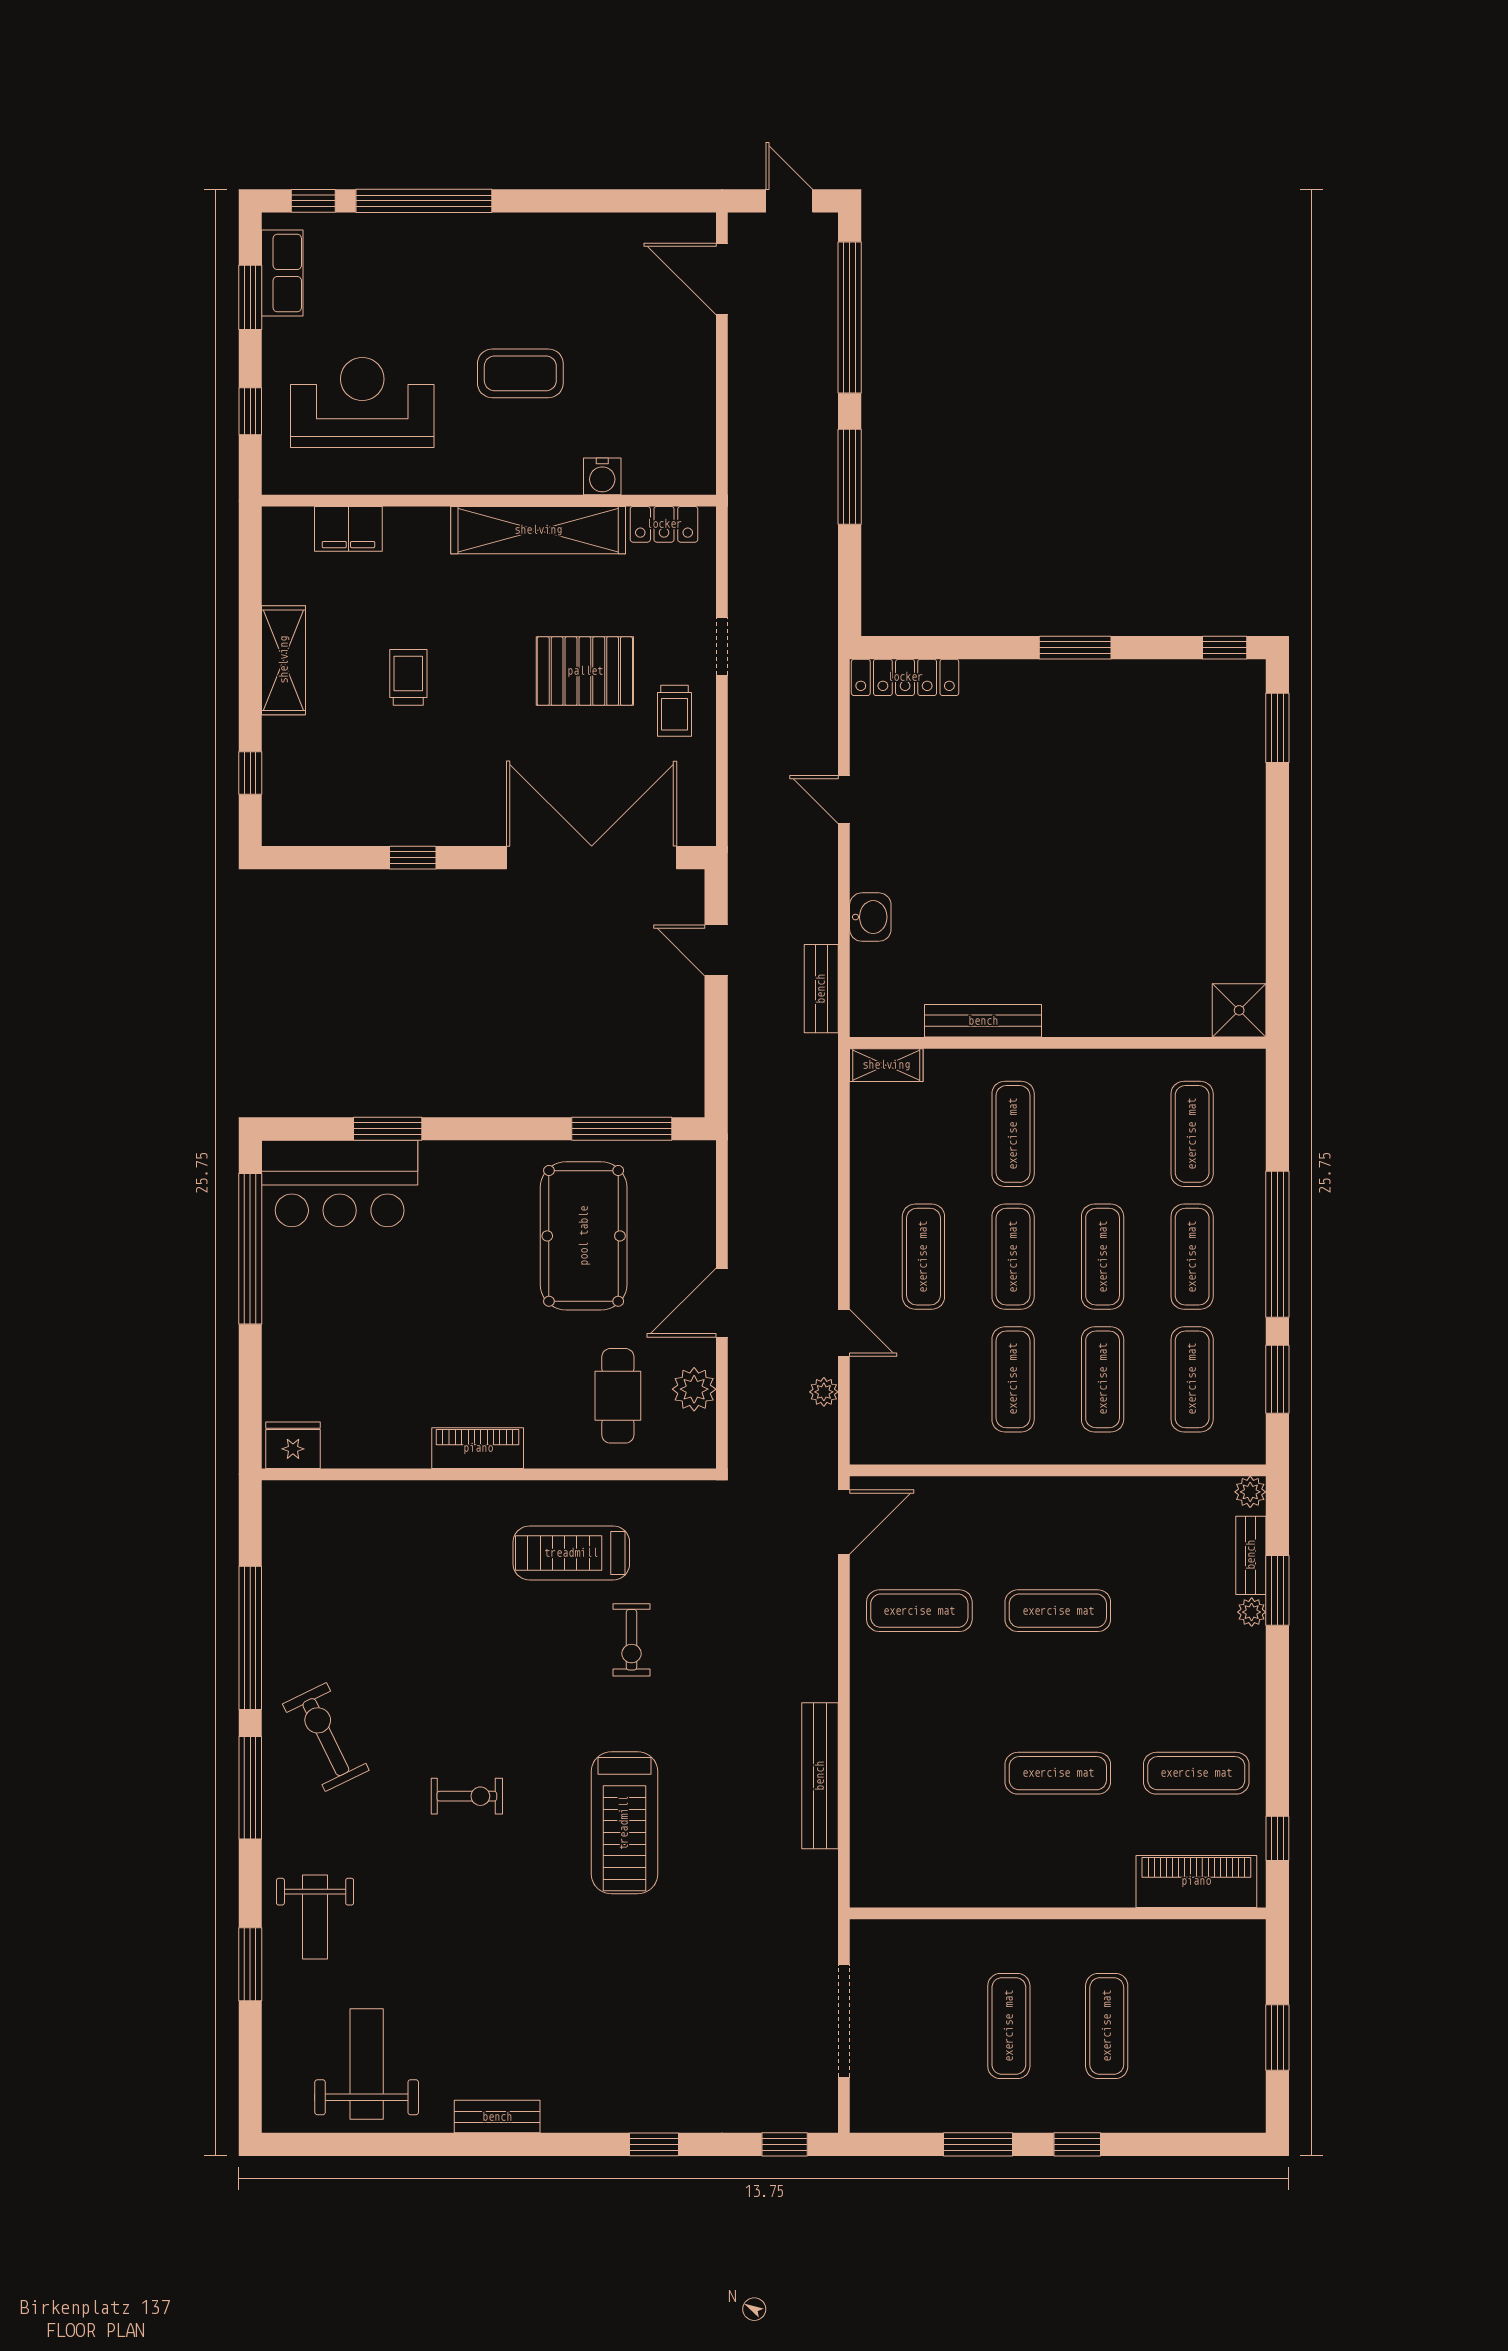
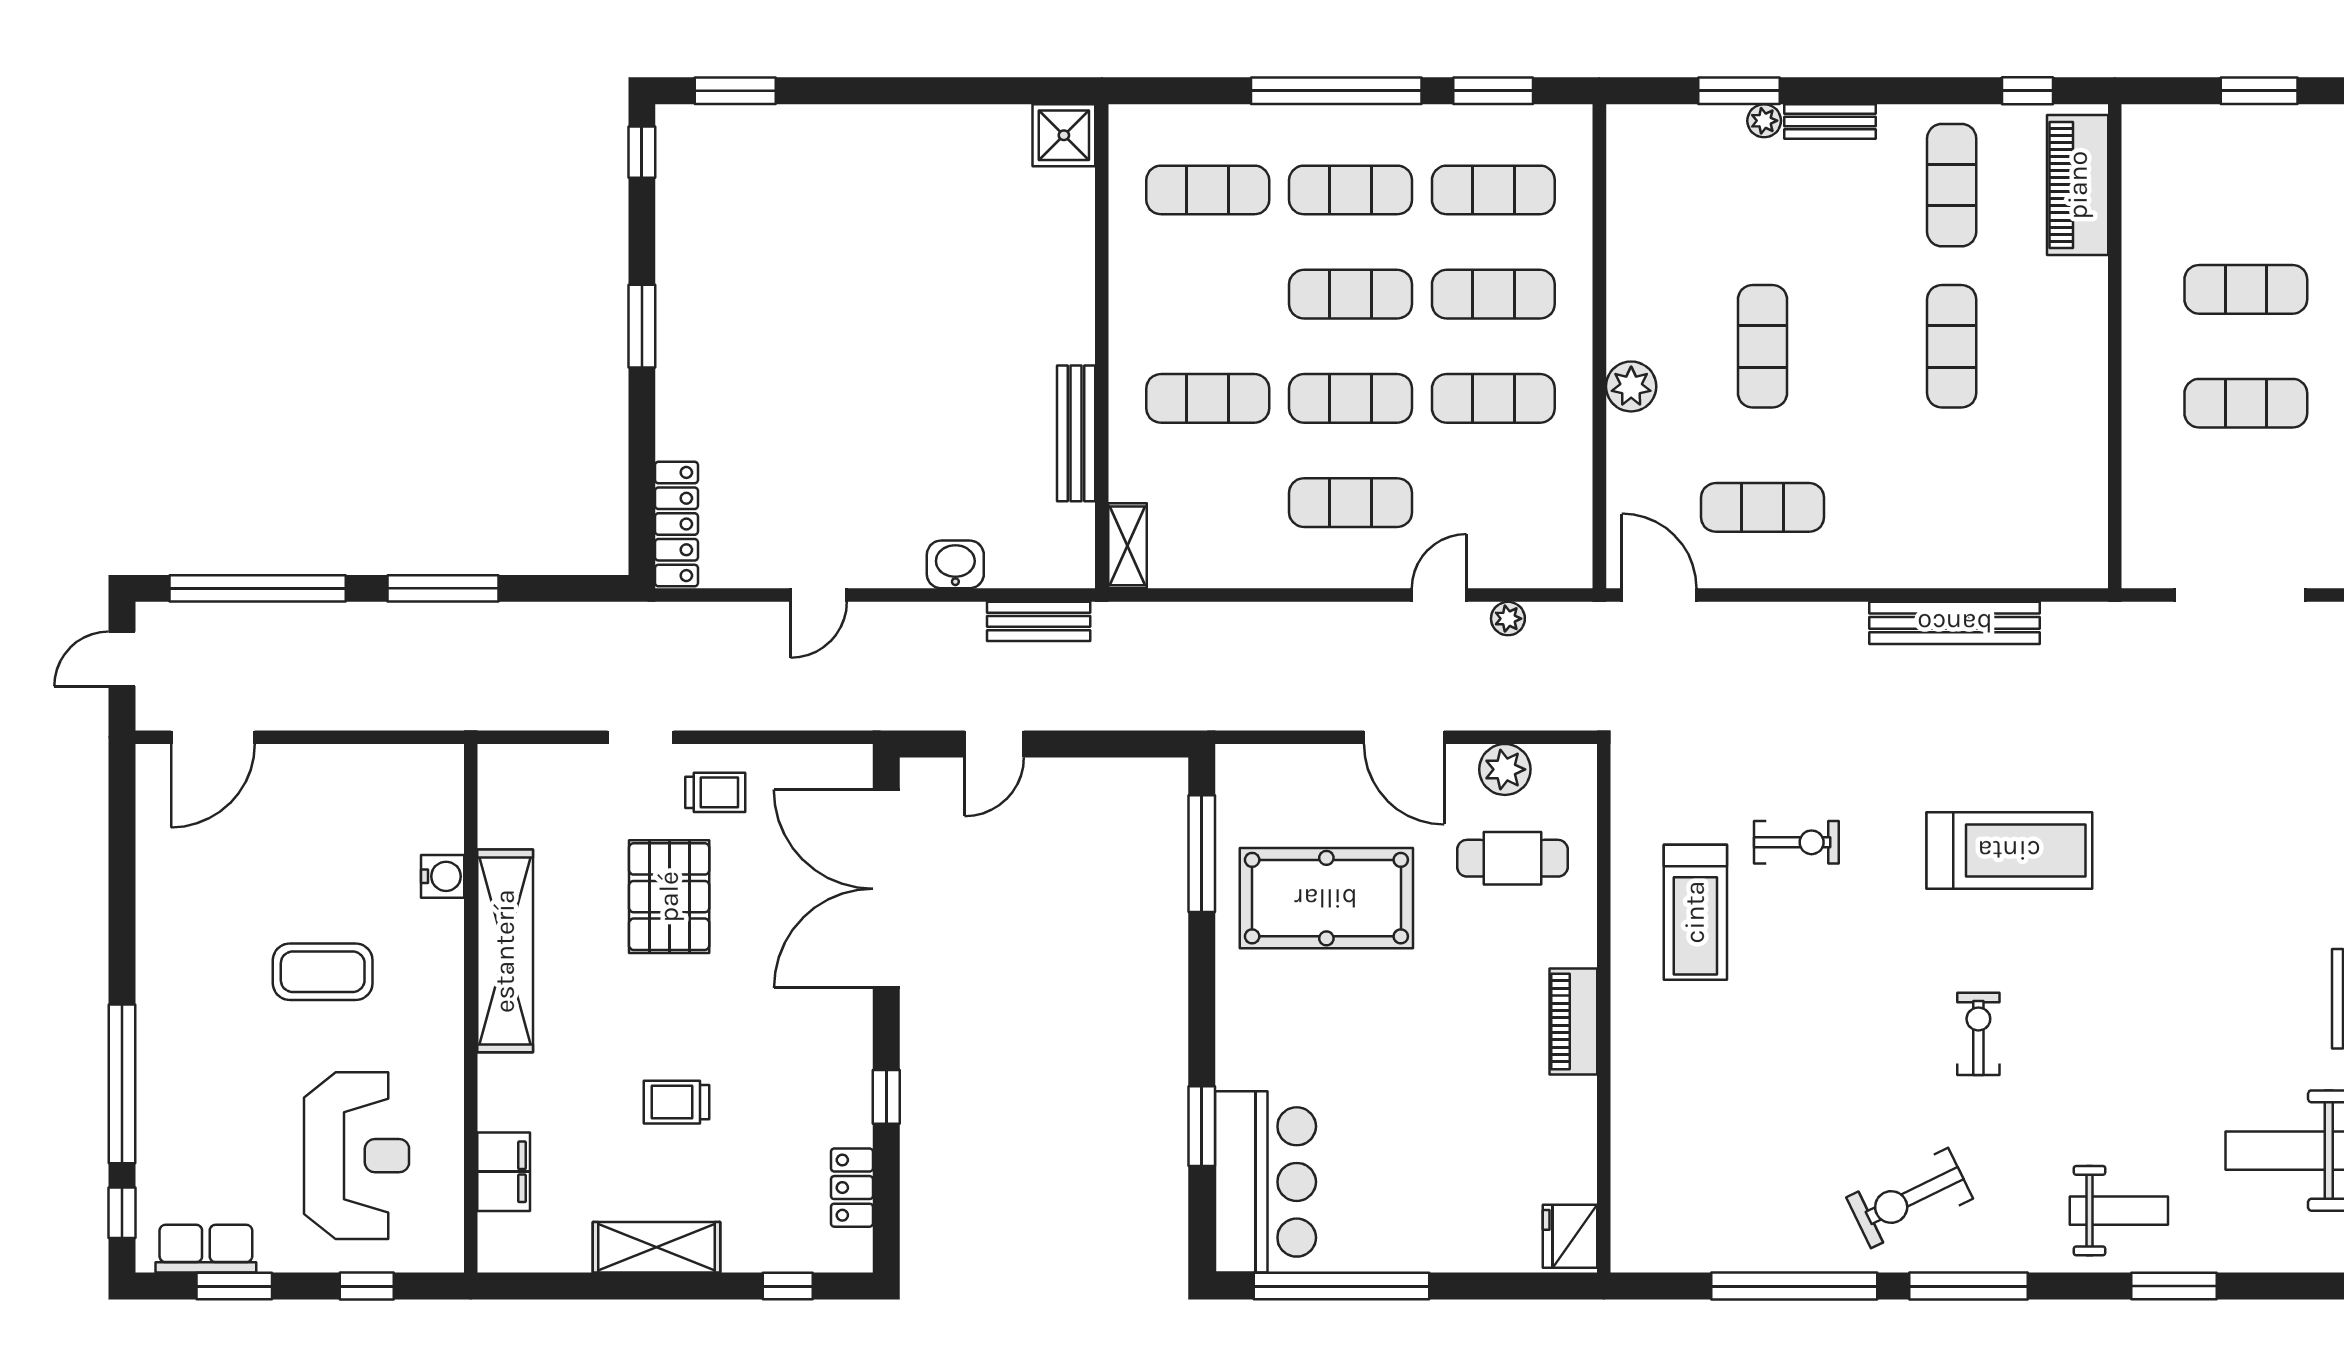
coffee table: (520, 373) -> (323, 972), turned 90
reception desk: (362, 402) -> (357, 1156), turned 180
locker: (664, 524) -> (852, 1188), moved, turned 180
plant: (1250, 1492) -> (1631, 386), moved, width x1.38, depth x1.38
bench: (1251, 1555) -> (1830, 122), moved
exercise mat: (919, 1611) -> (1763, 507), turned 90

